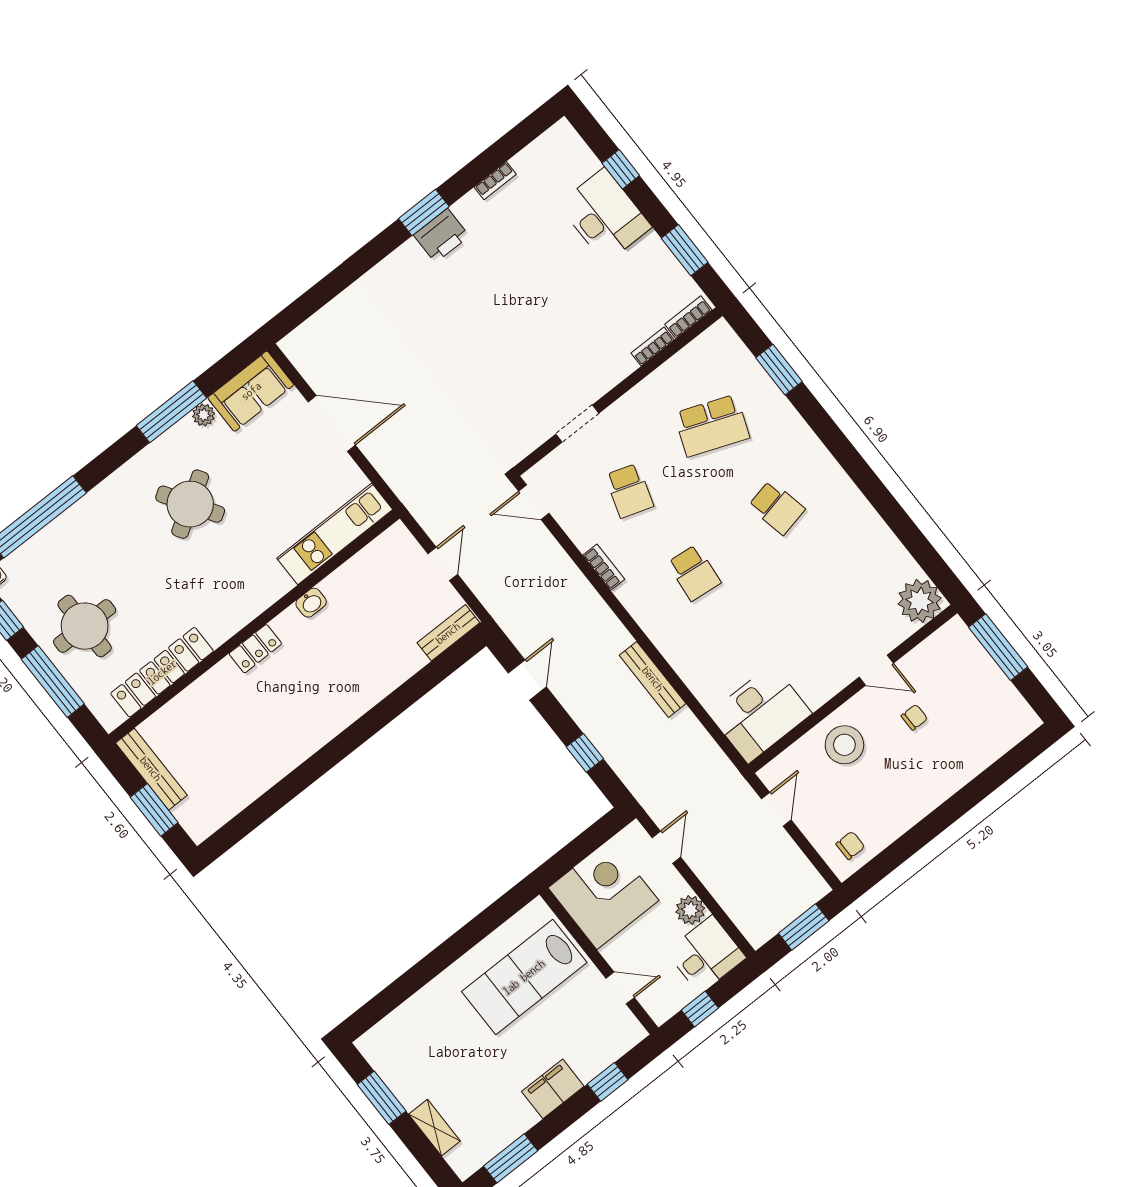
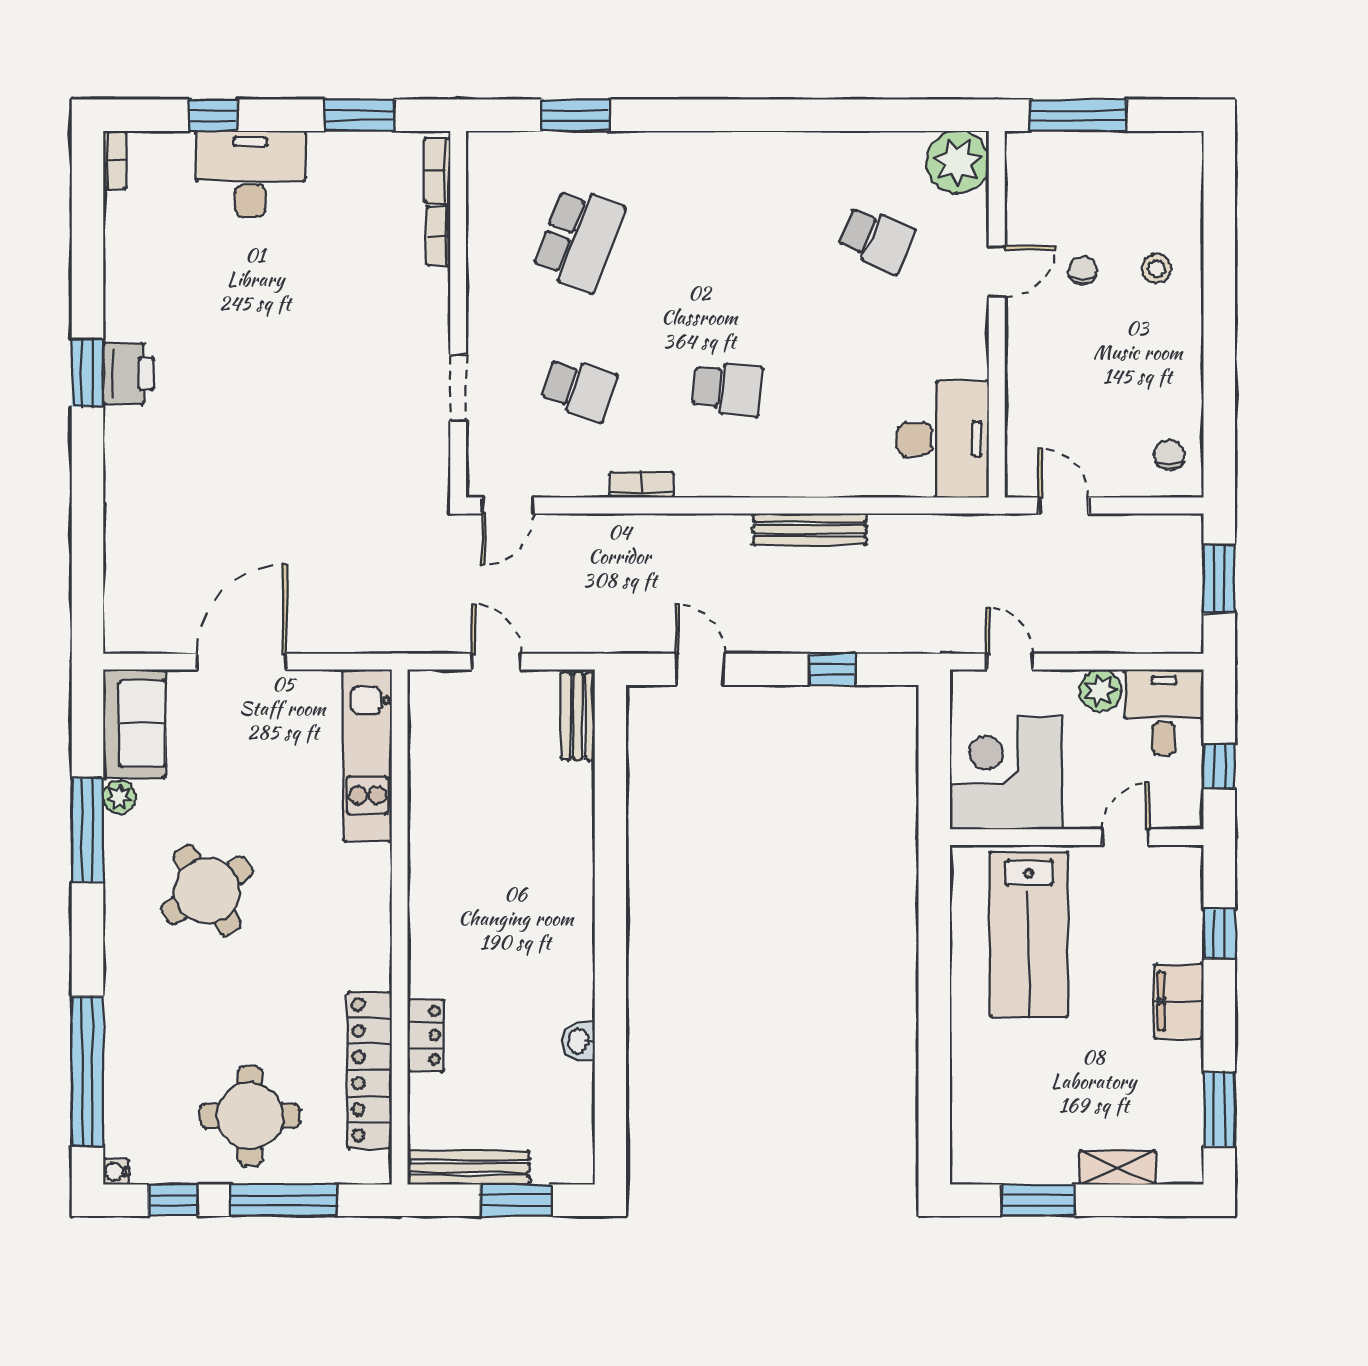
bookcase: (495, 181) -> (115, 160), moved
school desk: (777, 508) -> (876, 239), moved, turned 36
washbasin: (311, 603) -> (579, 1041), moved, turned 180
locker: (255, 649) -> (426, 1035), moved
stool: (844, 745) -> (1157, 269), moved, width x0.53, depth x0.53

